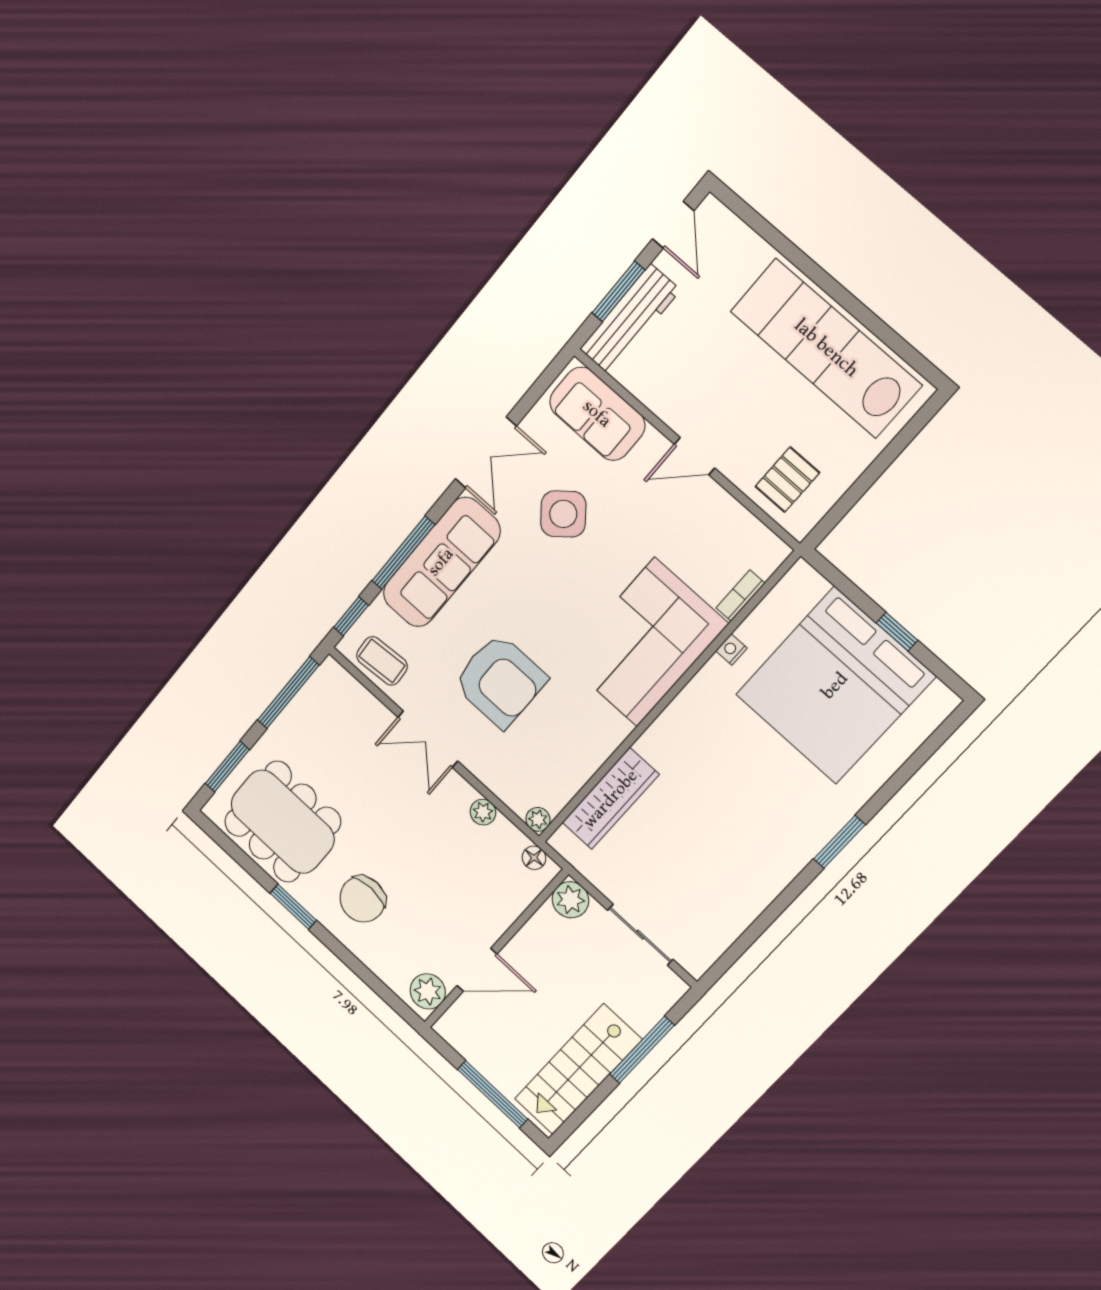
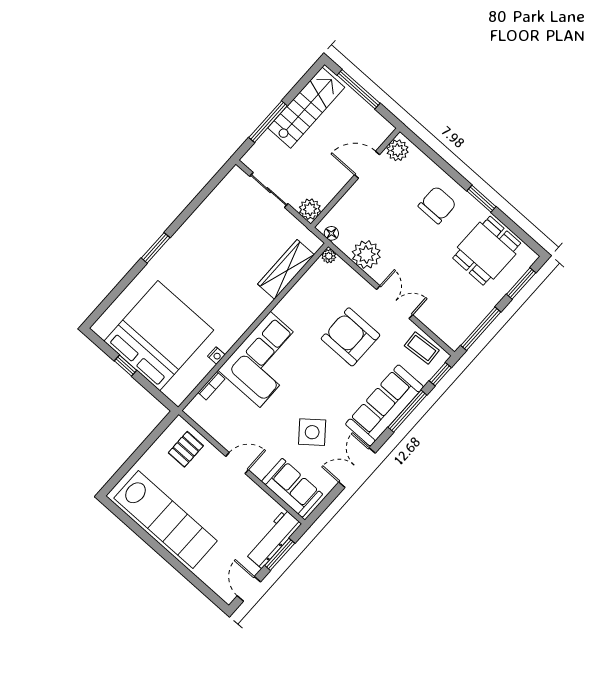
plant: (483, 812) -> (366, 255), width x1.88, depth x1.88
dining table: (283, 822) -> (487, 251), width x0.73

